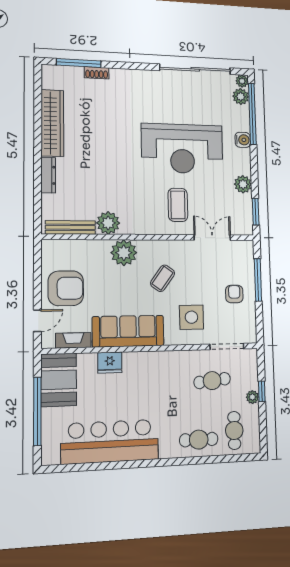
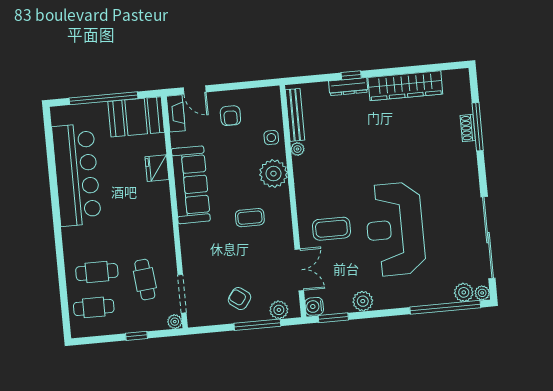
window: (79, 63) -> (478, 127), moved
water cooler: (243, 140) -> (314, 306), moved, turned 90
window: (38, 171) -> (351, 75), added
plant: (108, 223) -> (297, 149), width x0.53, depth x0.53
plant: (246, 259) -> (279, 310), added
coffee table: (163, 278) -> (250, 218), turned -36
armchair: (66, 288) -> (230, 116), width x0.53, depth x0.53
armchair: (234, 294) -> (240, 299), turned -144
side table: (191, 317) -> (271, 138), moved, width x0.54, depth x0.54
fireplace: (73, 340) -> (176, 113), moved
plant: (252, 397) -> (175, 322), moved
cafe table: (199, 440) -> (97, 272), moved, turned 90

